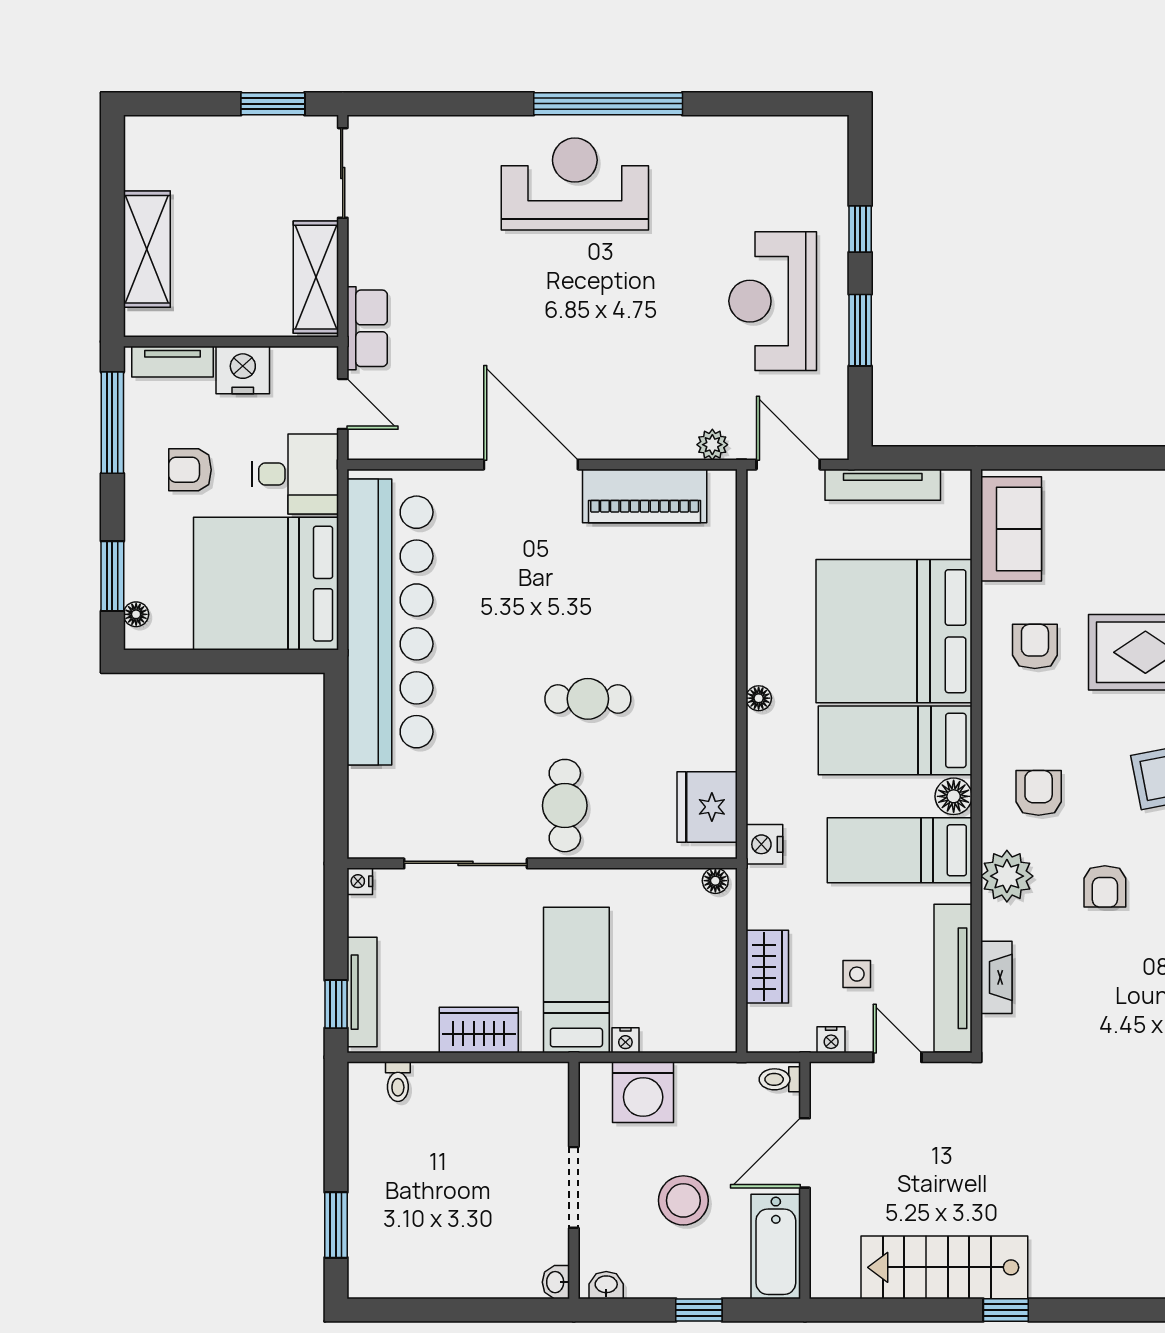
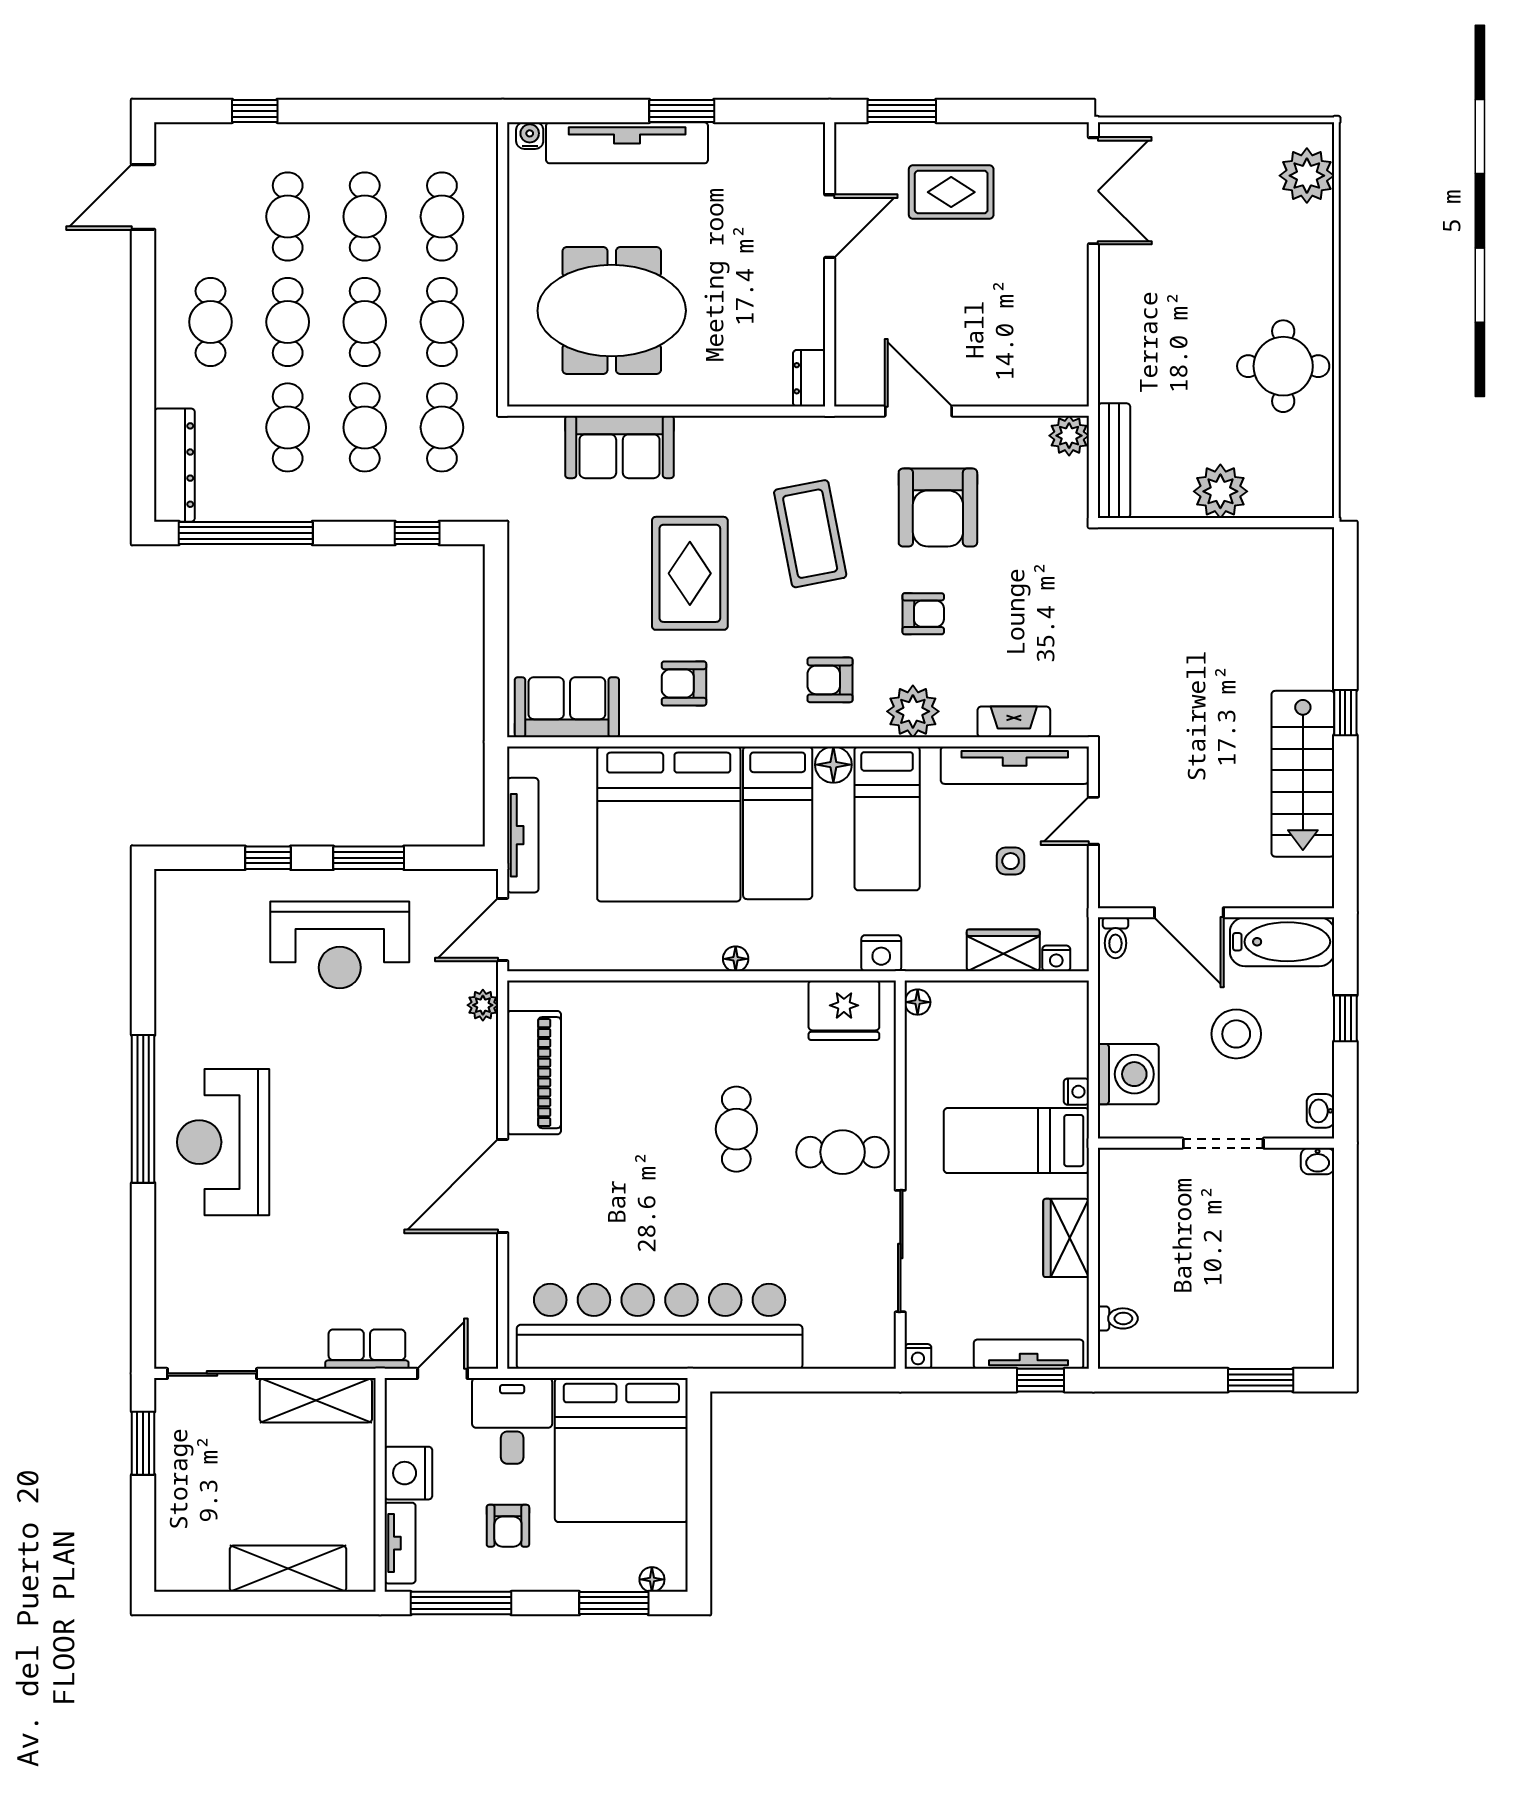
nightstand: (831, 1040) -> (1056, 958), moved, turned 90

